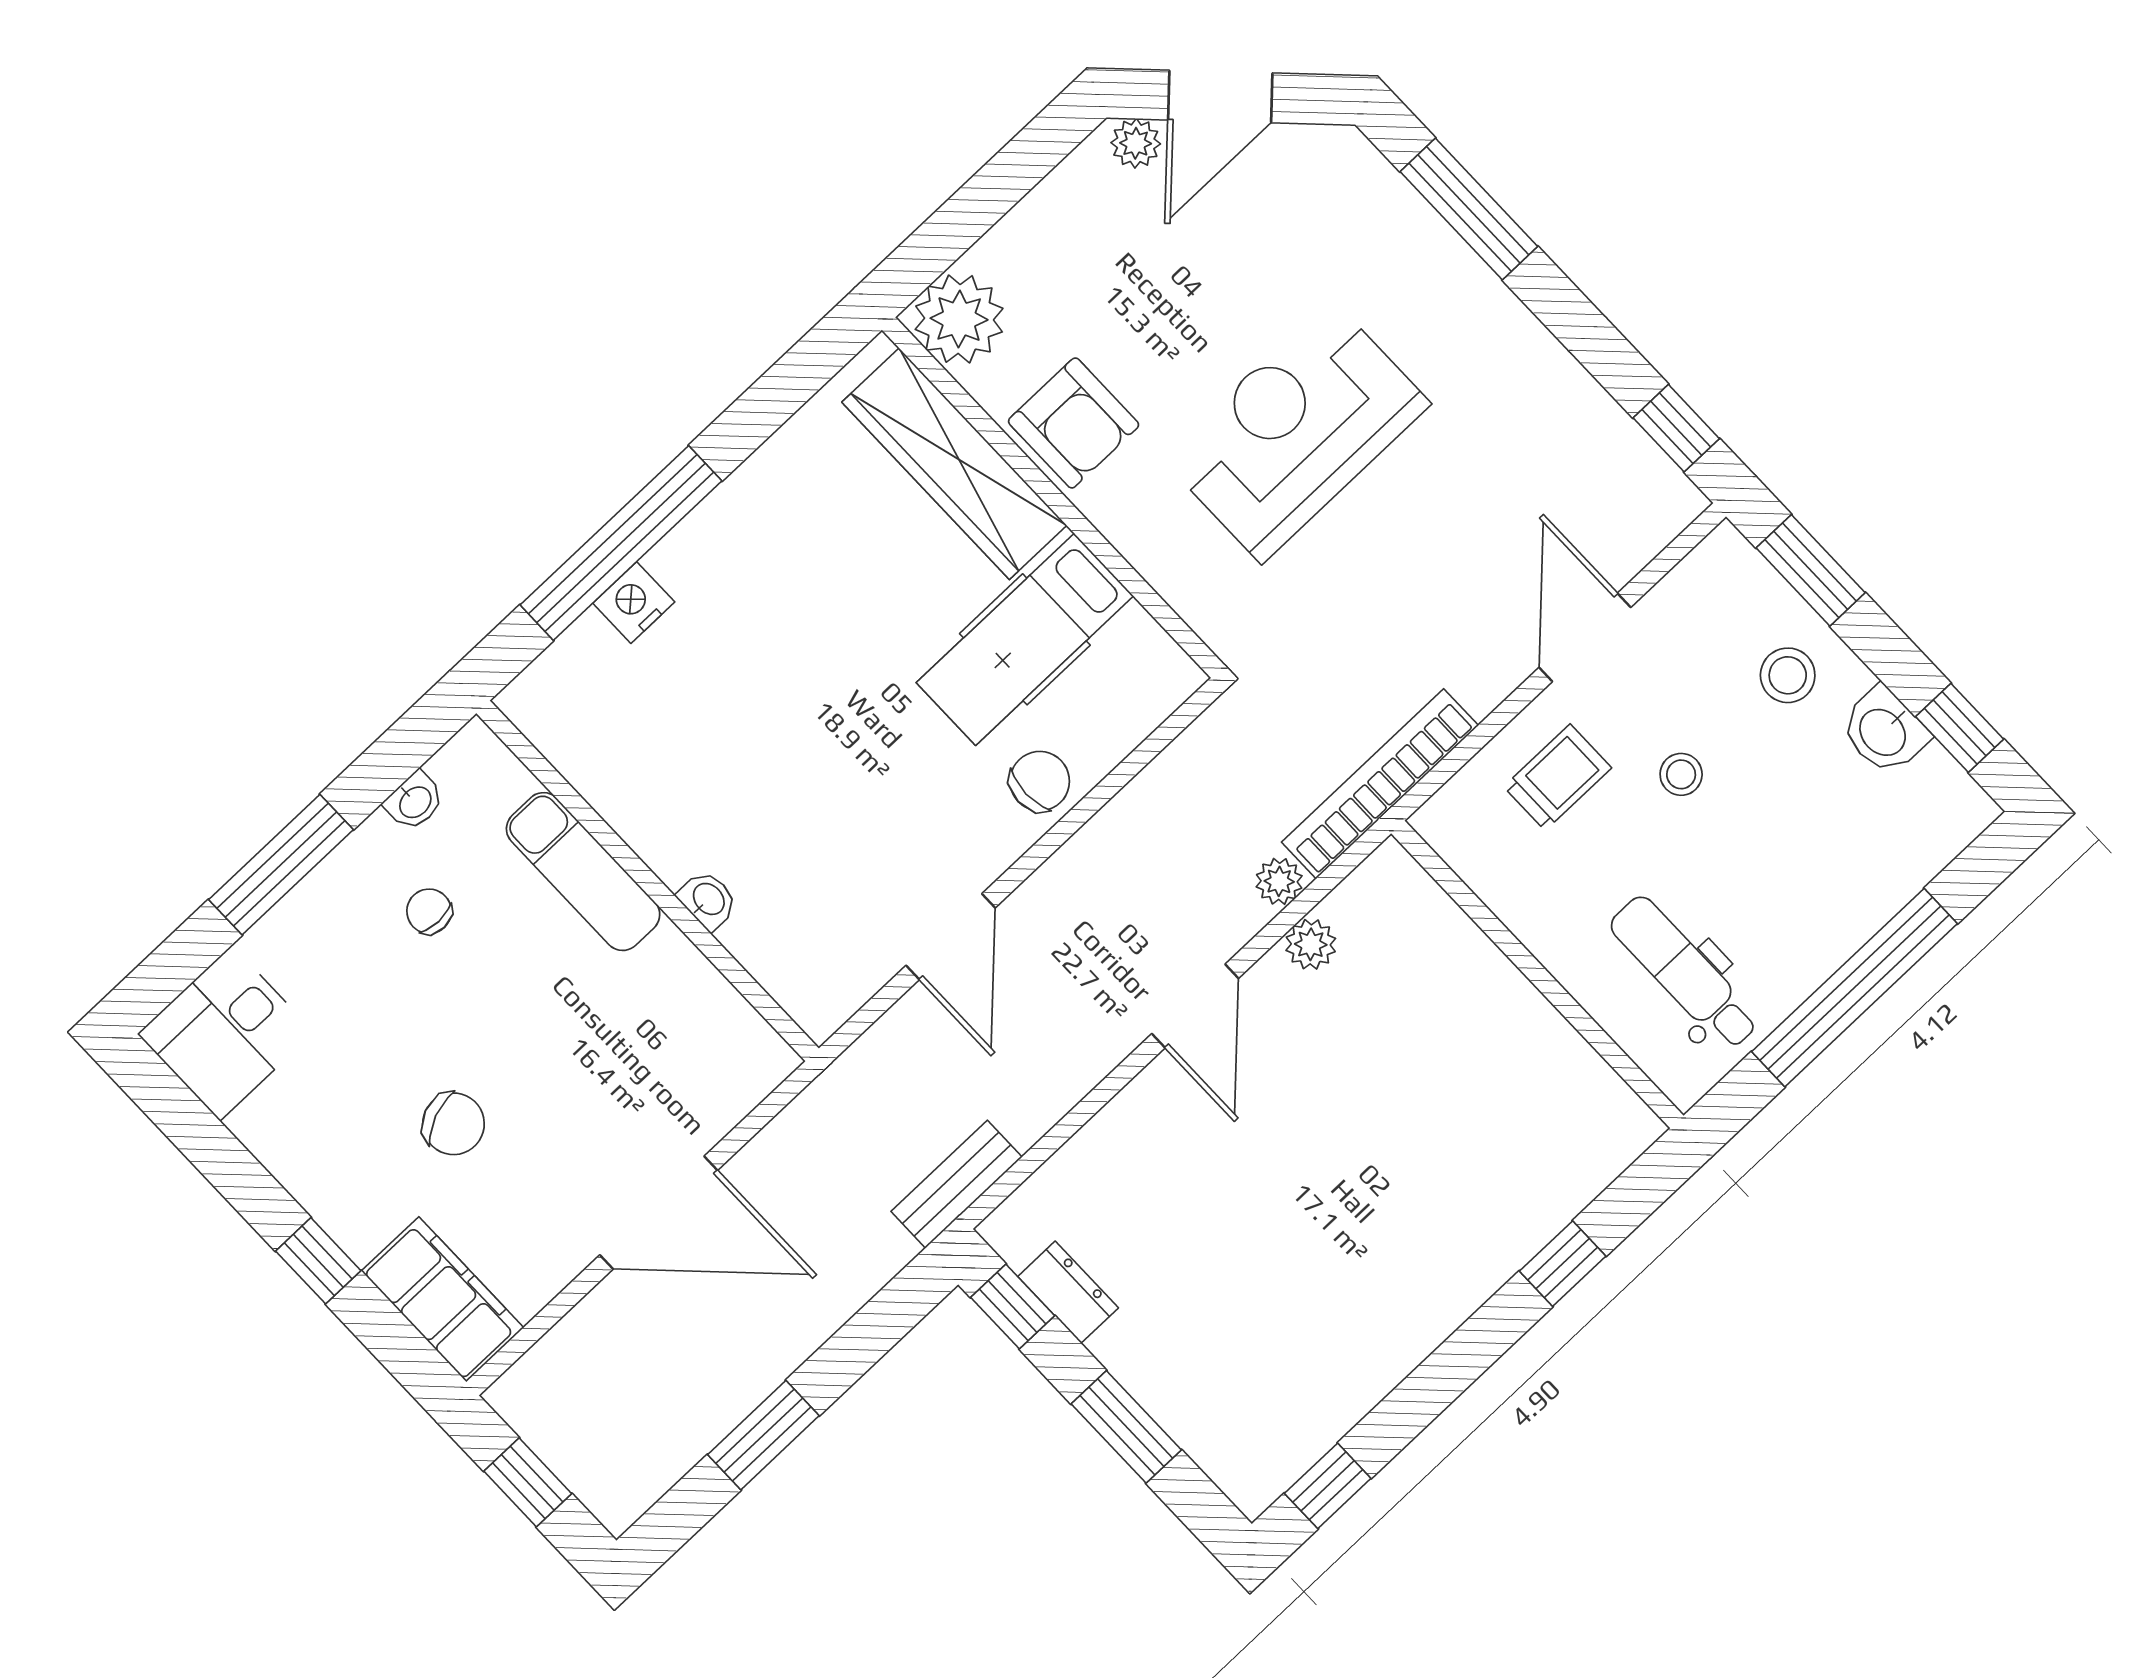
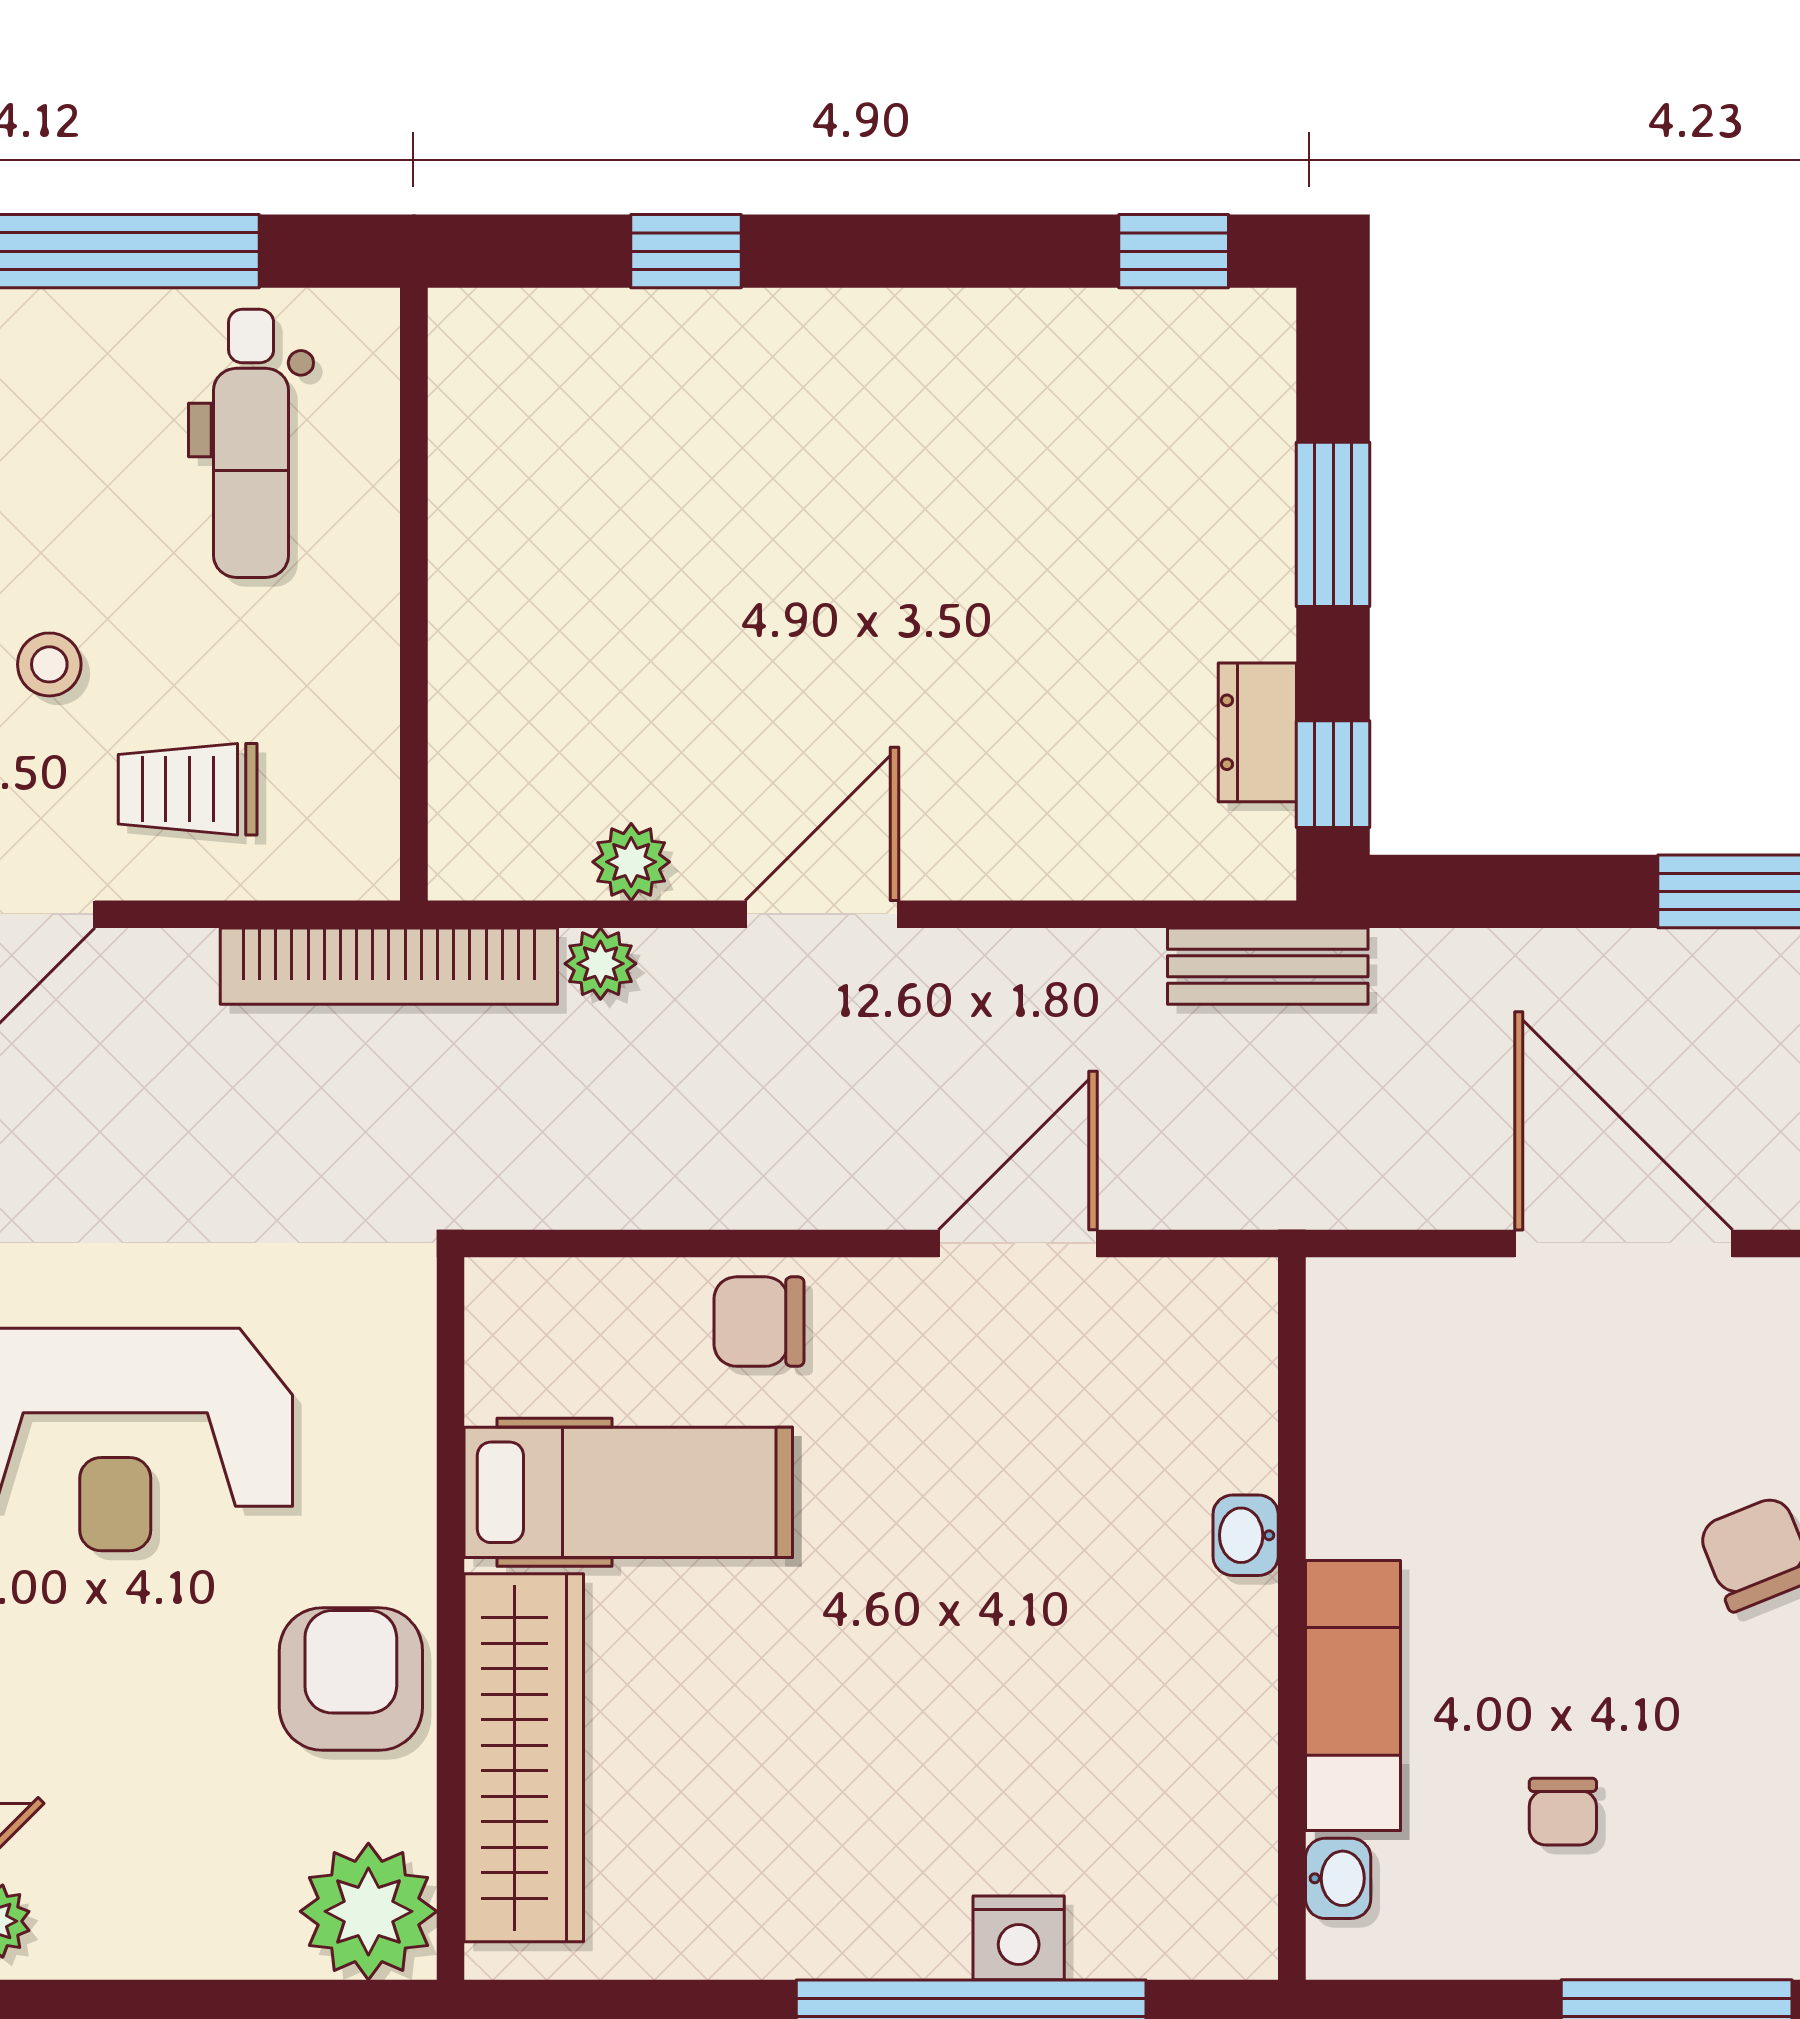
washbasin: (414, 801) -> (1338, 1878), moved, turned 90

